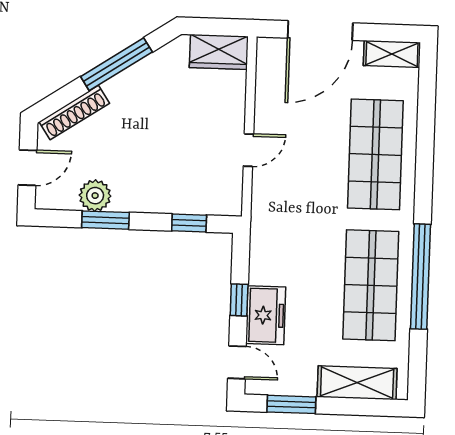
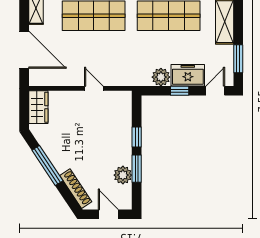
window: (189, 223) -> (137, 137), moved
plant: (264, 268) -> (161, 77), added

